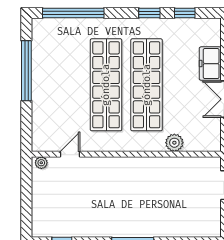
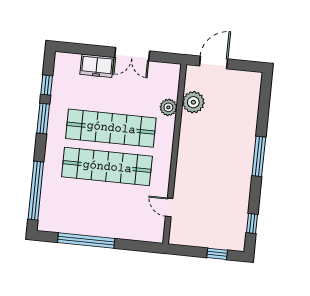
window: (149, 13) -> (43, 119), width x1.50
plant: (41, 163) -> (193, 102), moved, width x1.87, depth x1.87
window: (26, 209) -> (217, 254), added

